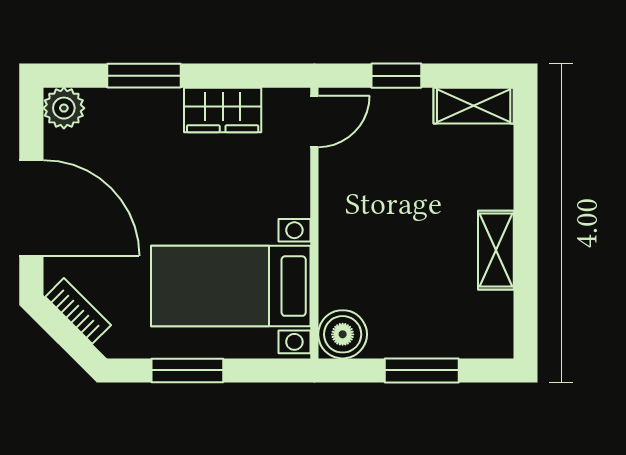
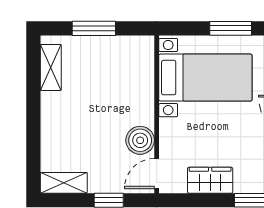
shelving: (496, 250) -> (51, 67), moved
boiler: (343, 334) -> (140, 140), moved

